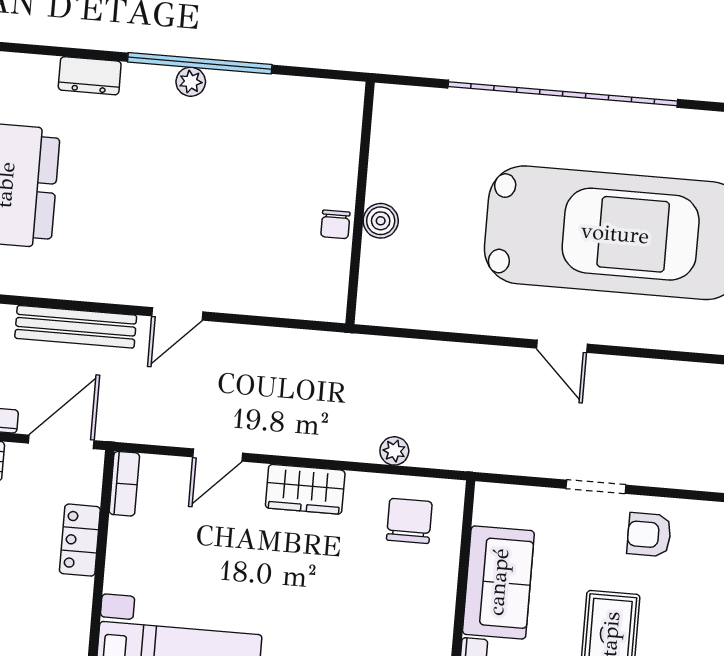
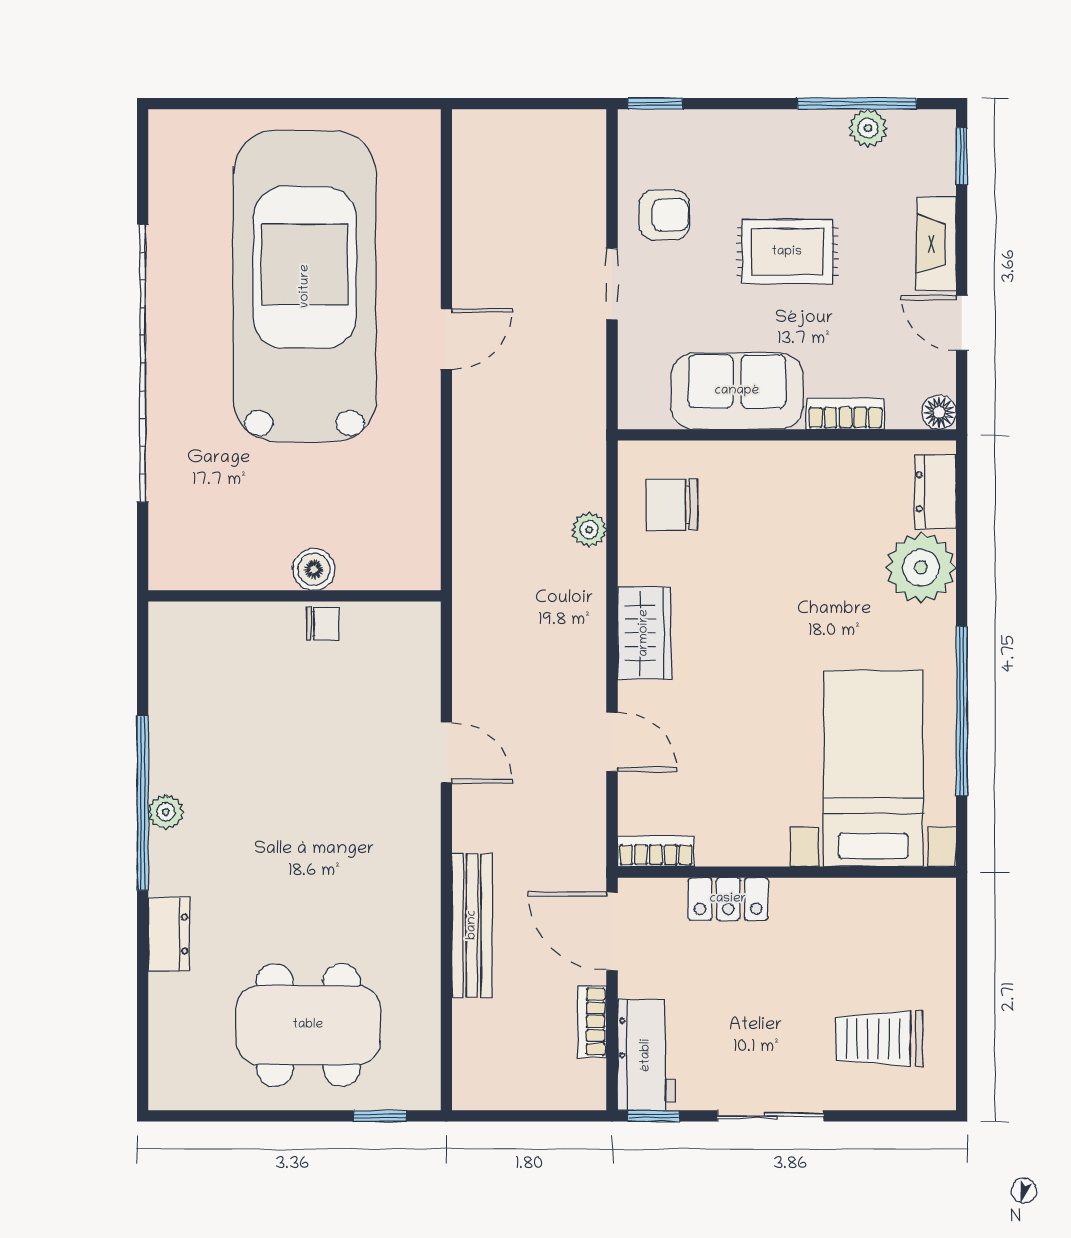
door: (177, 314) -> (446, 753), moved
armchair: (649, 535) -> (664, 215), turned -90

